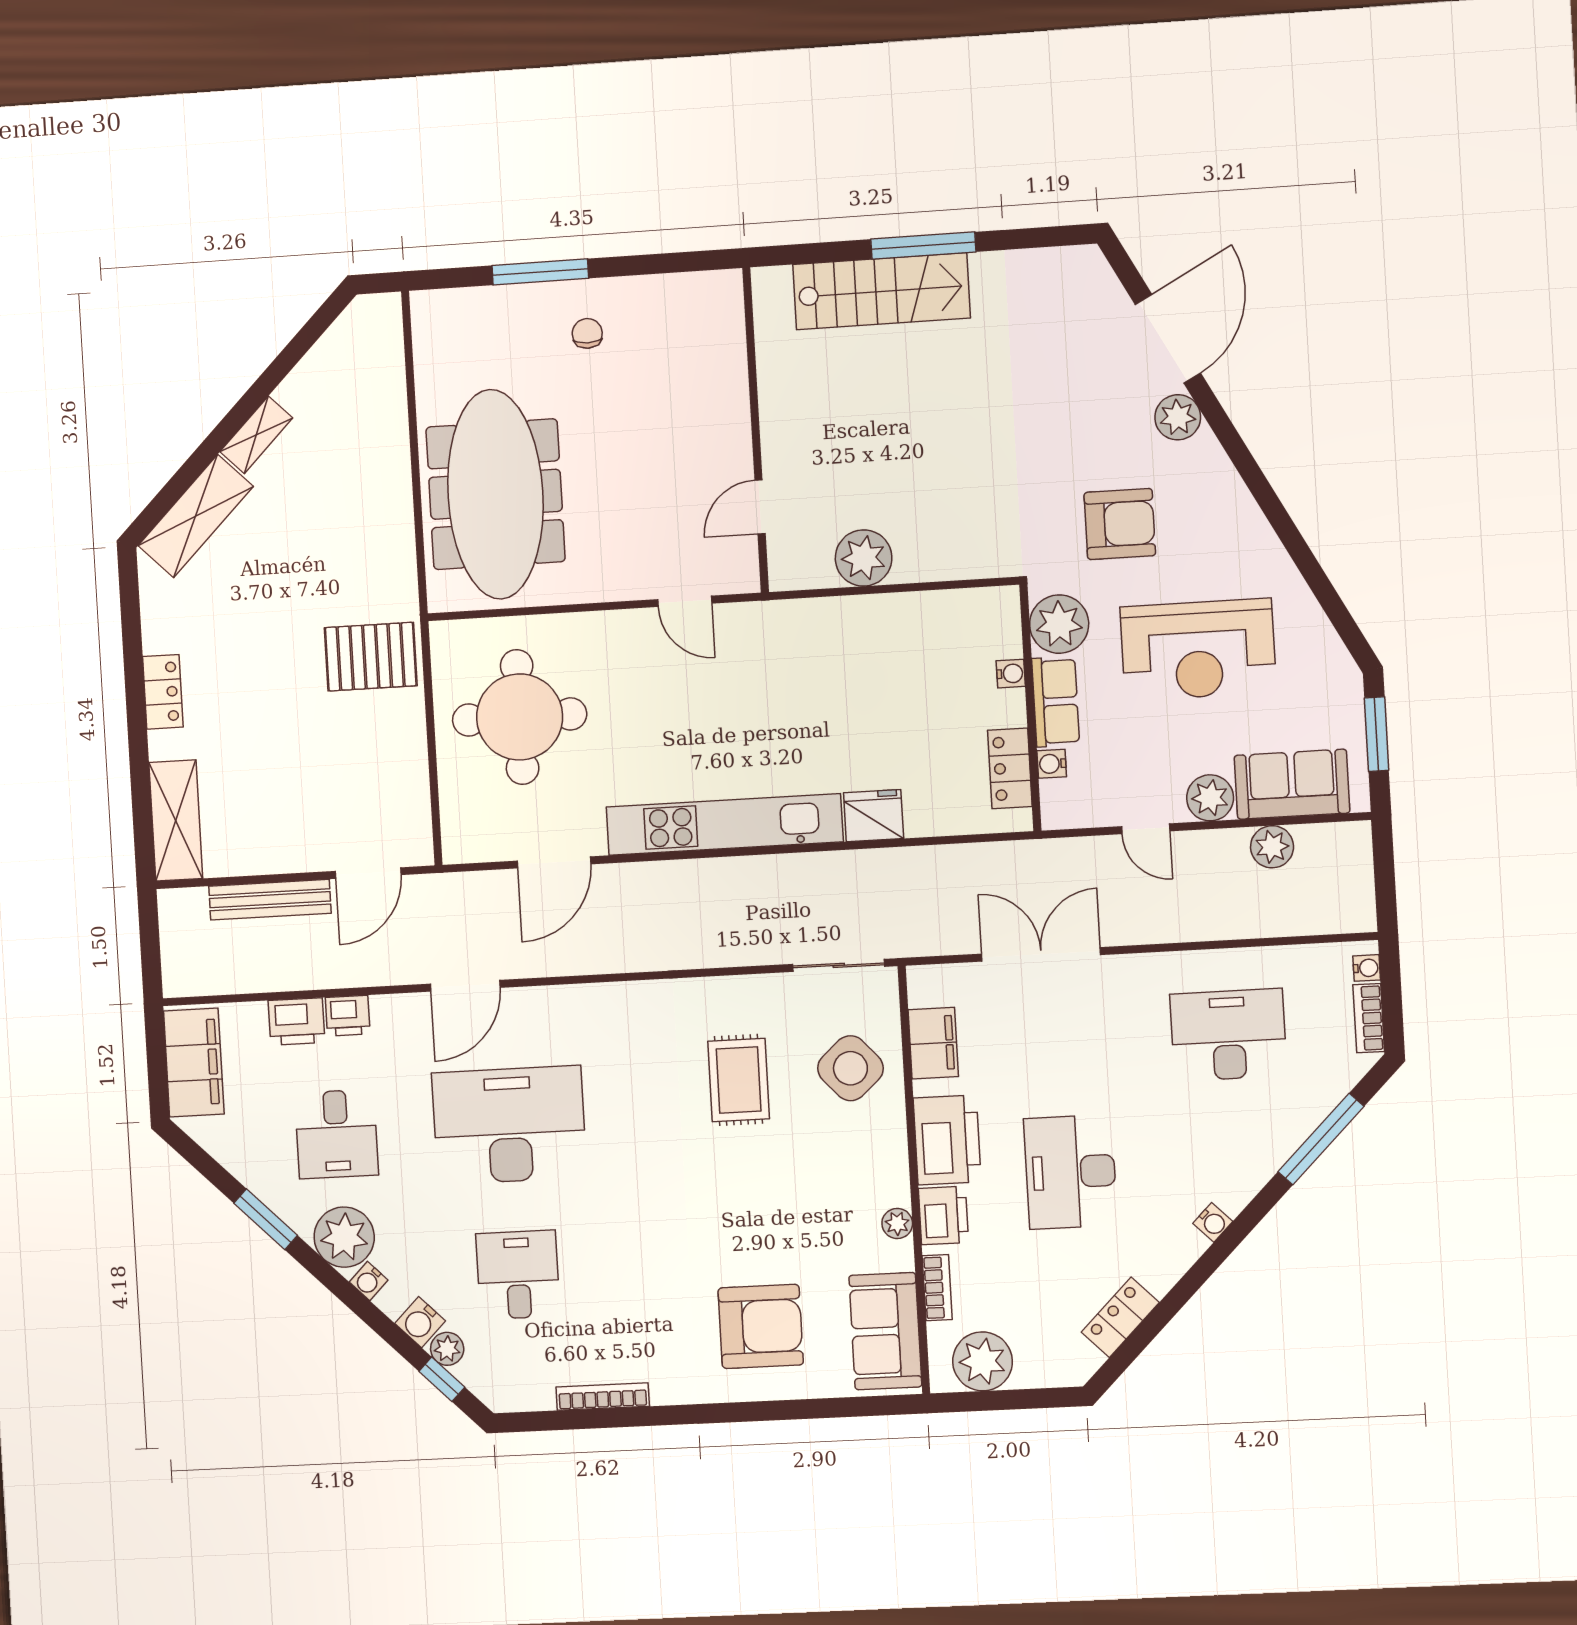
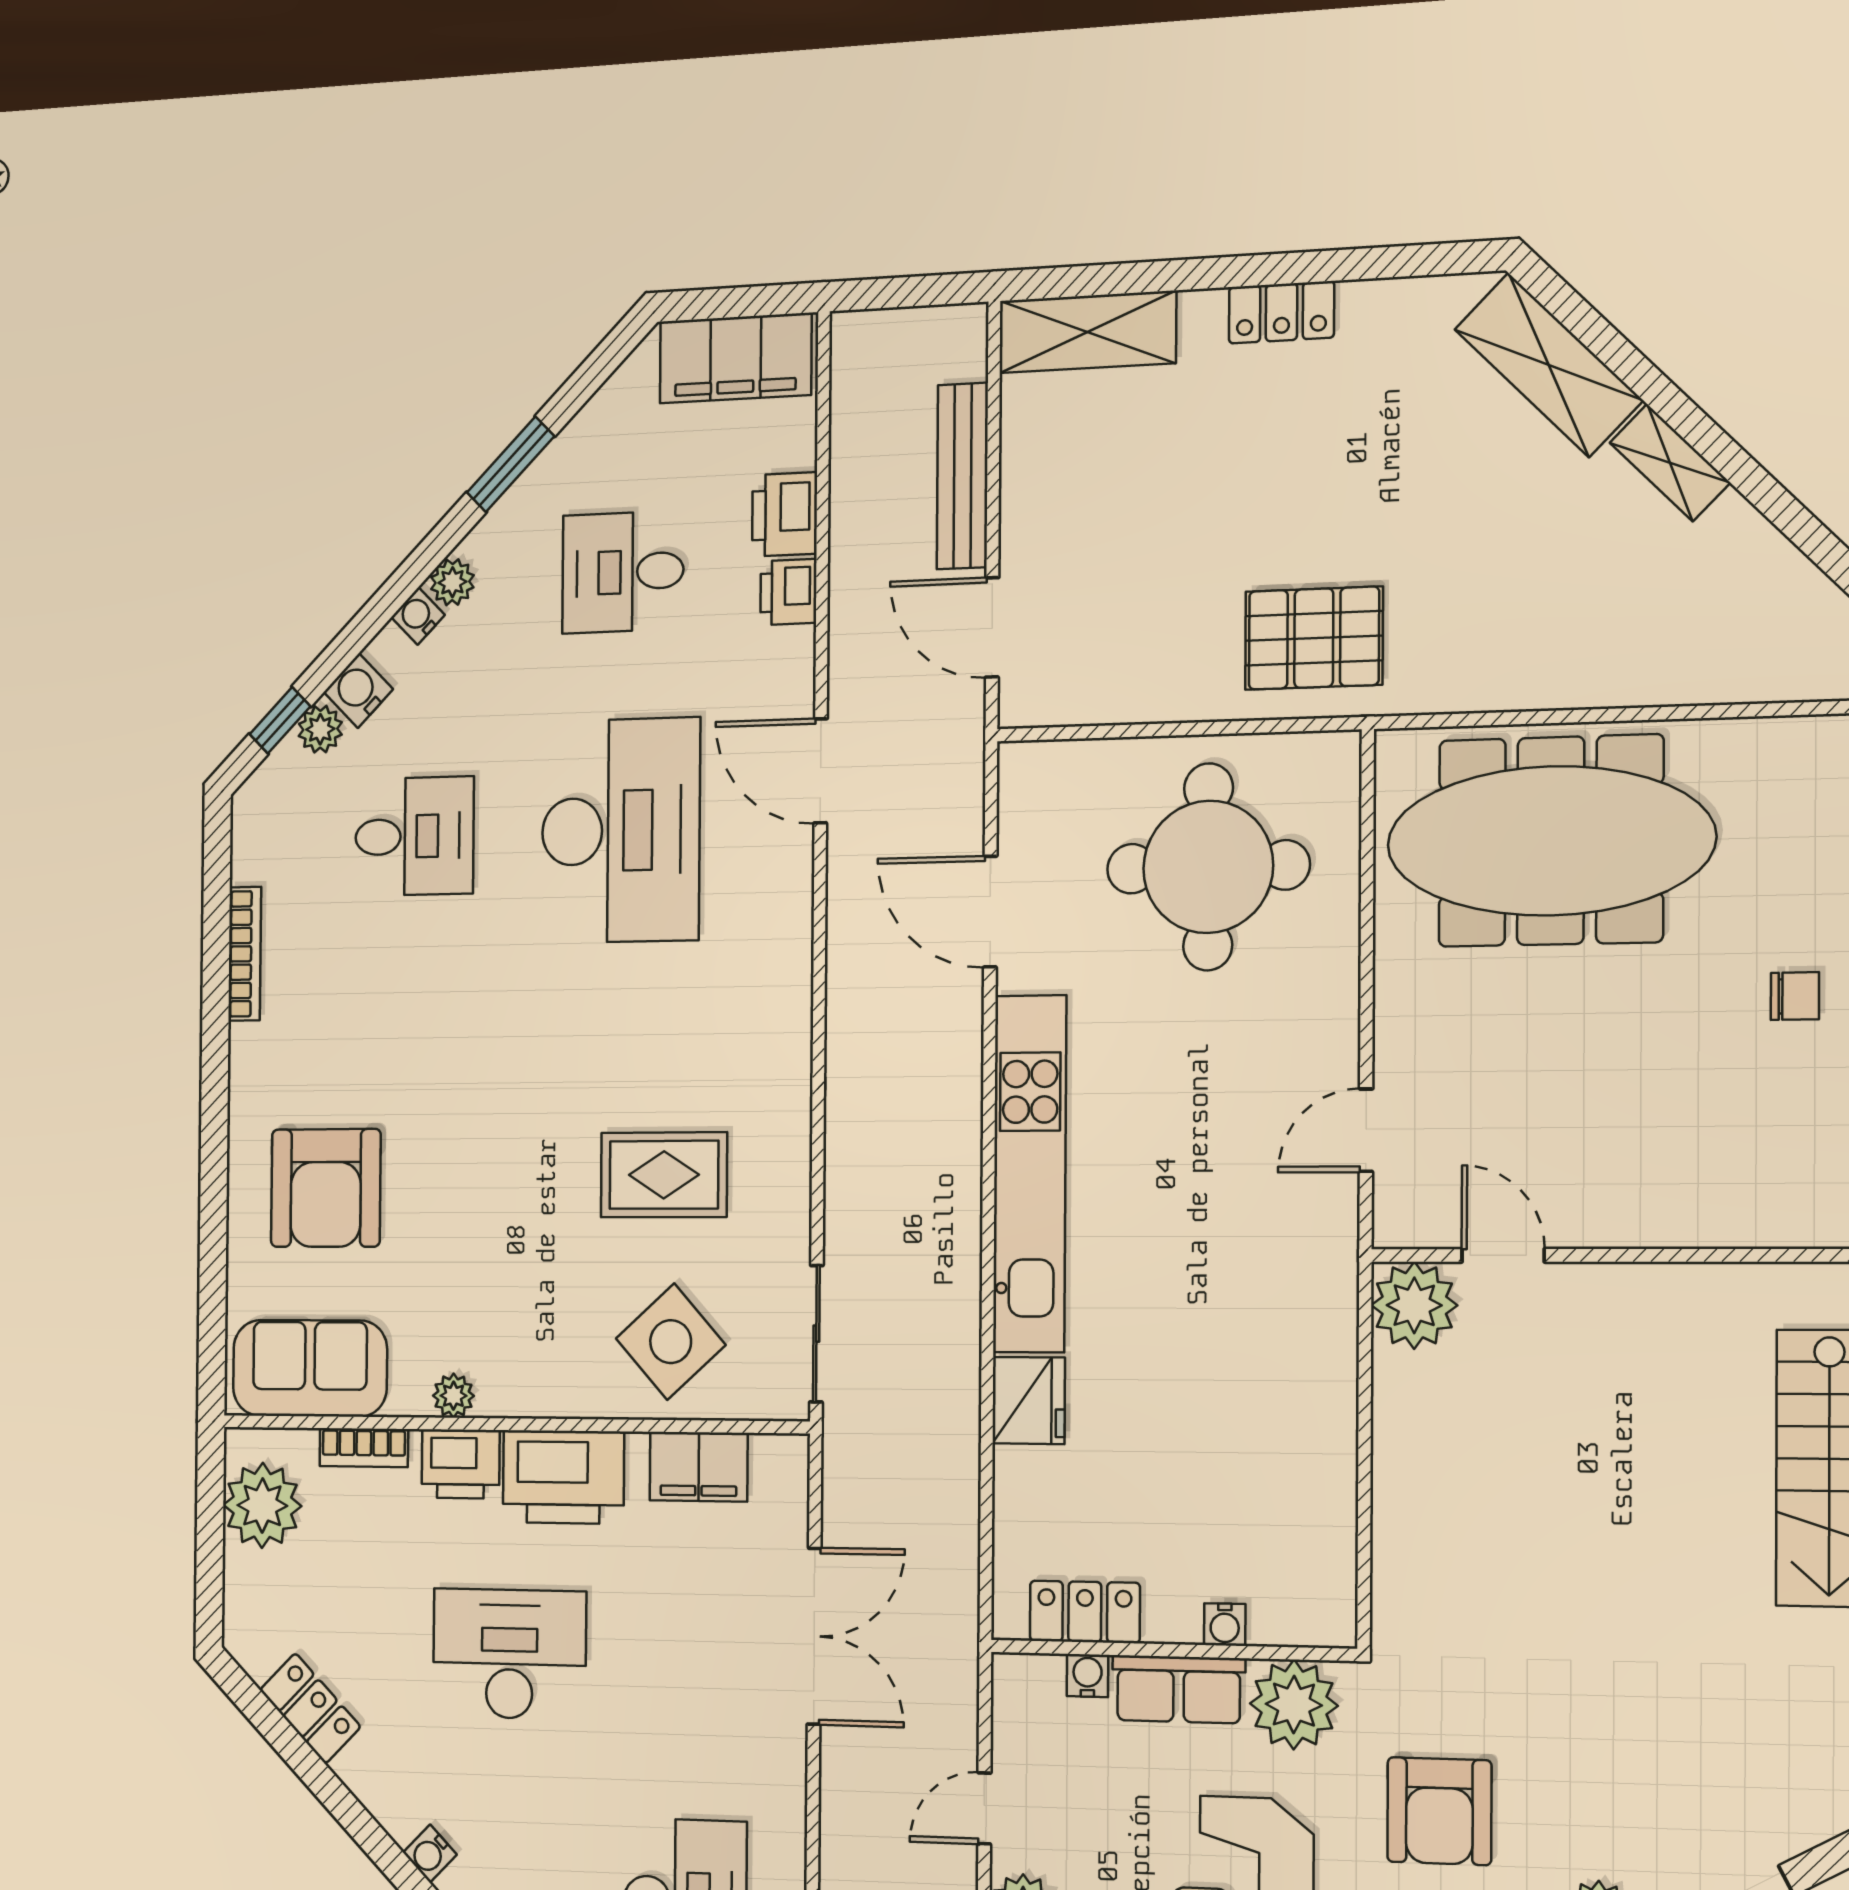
plant: (864, 558) -> (1414, 1305), moved
pallet: (371, 657) -> (1314, 638), turned 90
plant: (344, 1237) -> (452, 582), width x0.53, depth x0.53

